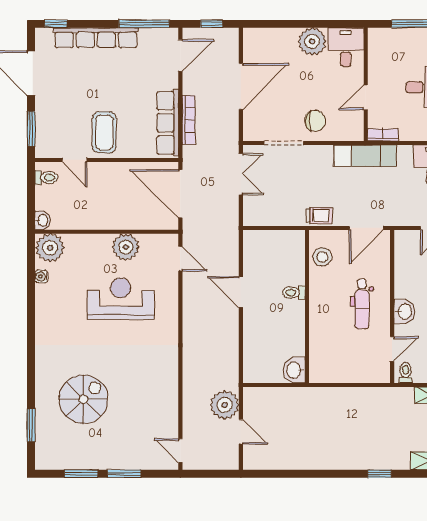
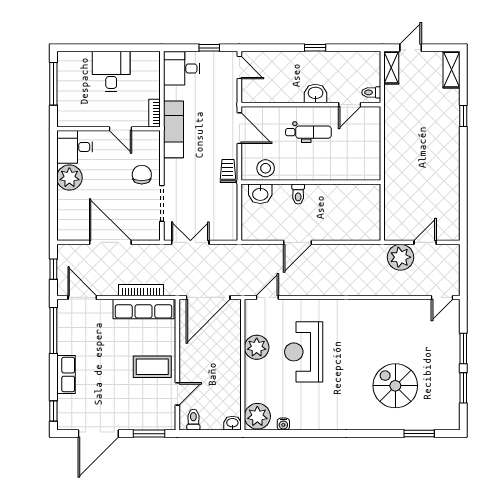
row of seats: (96, 38) -> (66, 375), width x0.50
door: (392, 349) -> (350, 105), swing flipped
washbasin: (294, 370) -> (260, 194), moved

